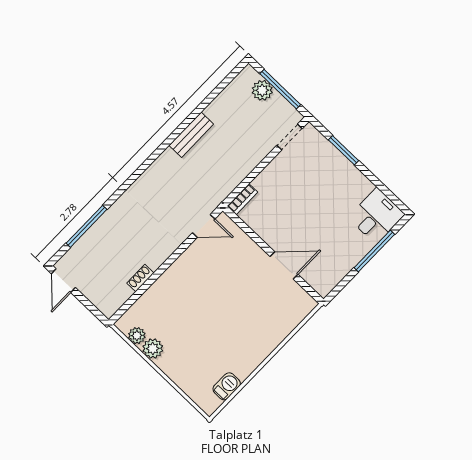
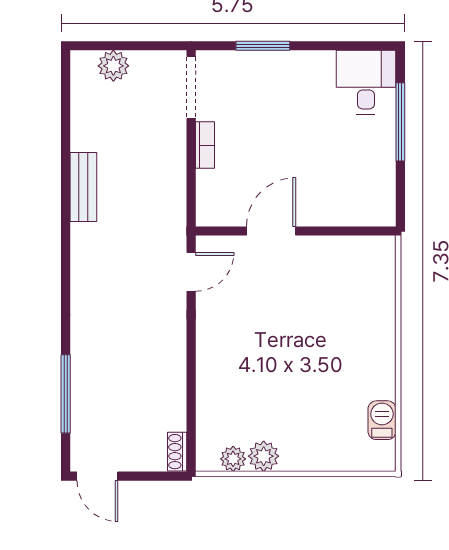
window: (280, 89) -> (132, 46), removed
doorway: (290, 137) -> (191, 87), width x1.38
bookcase: (242, 199) -> (205, 145), moved
door: (284, 265) -> (271, 231), moved
shoe rack: (140, 278) -> (177, 452), moved

